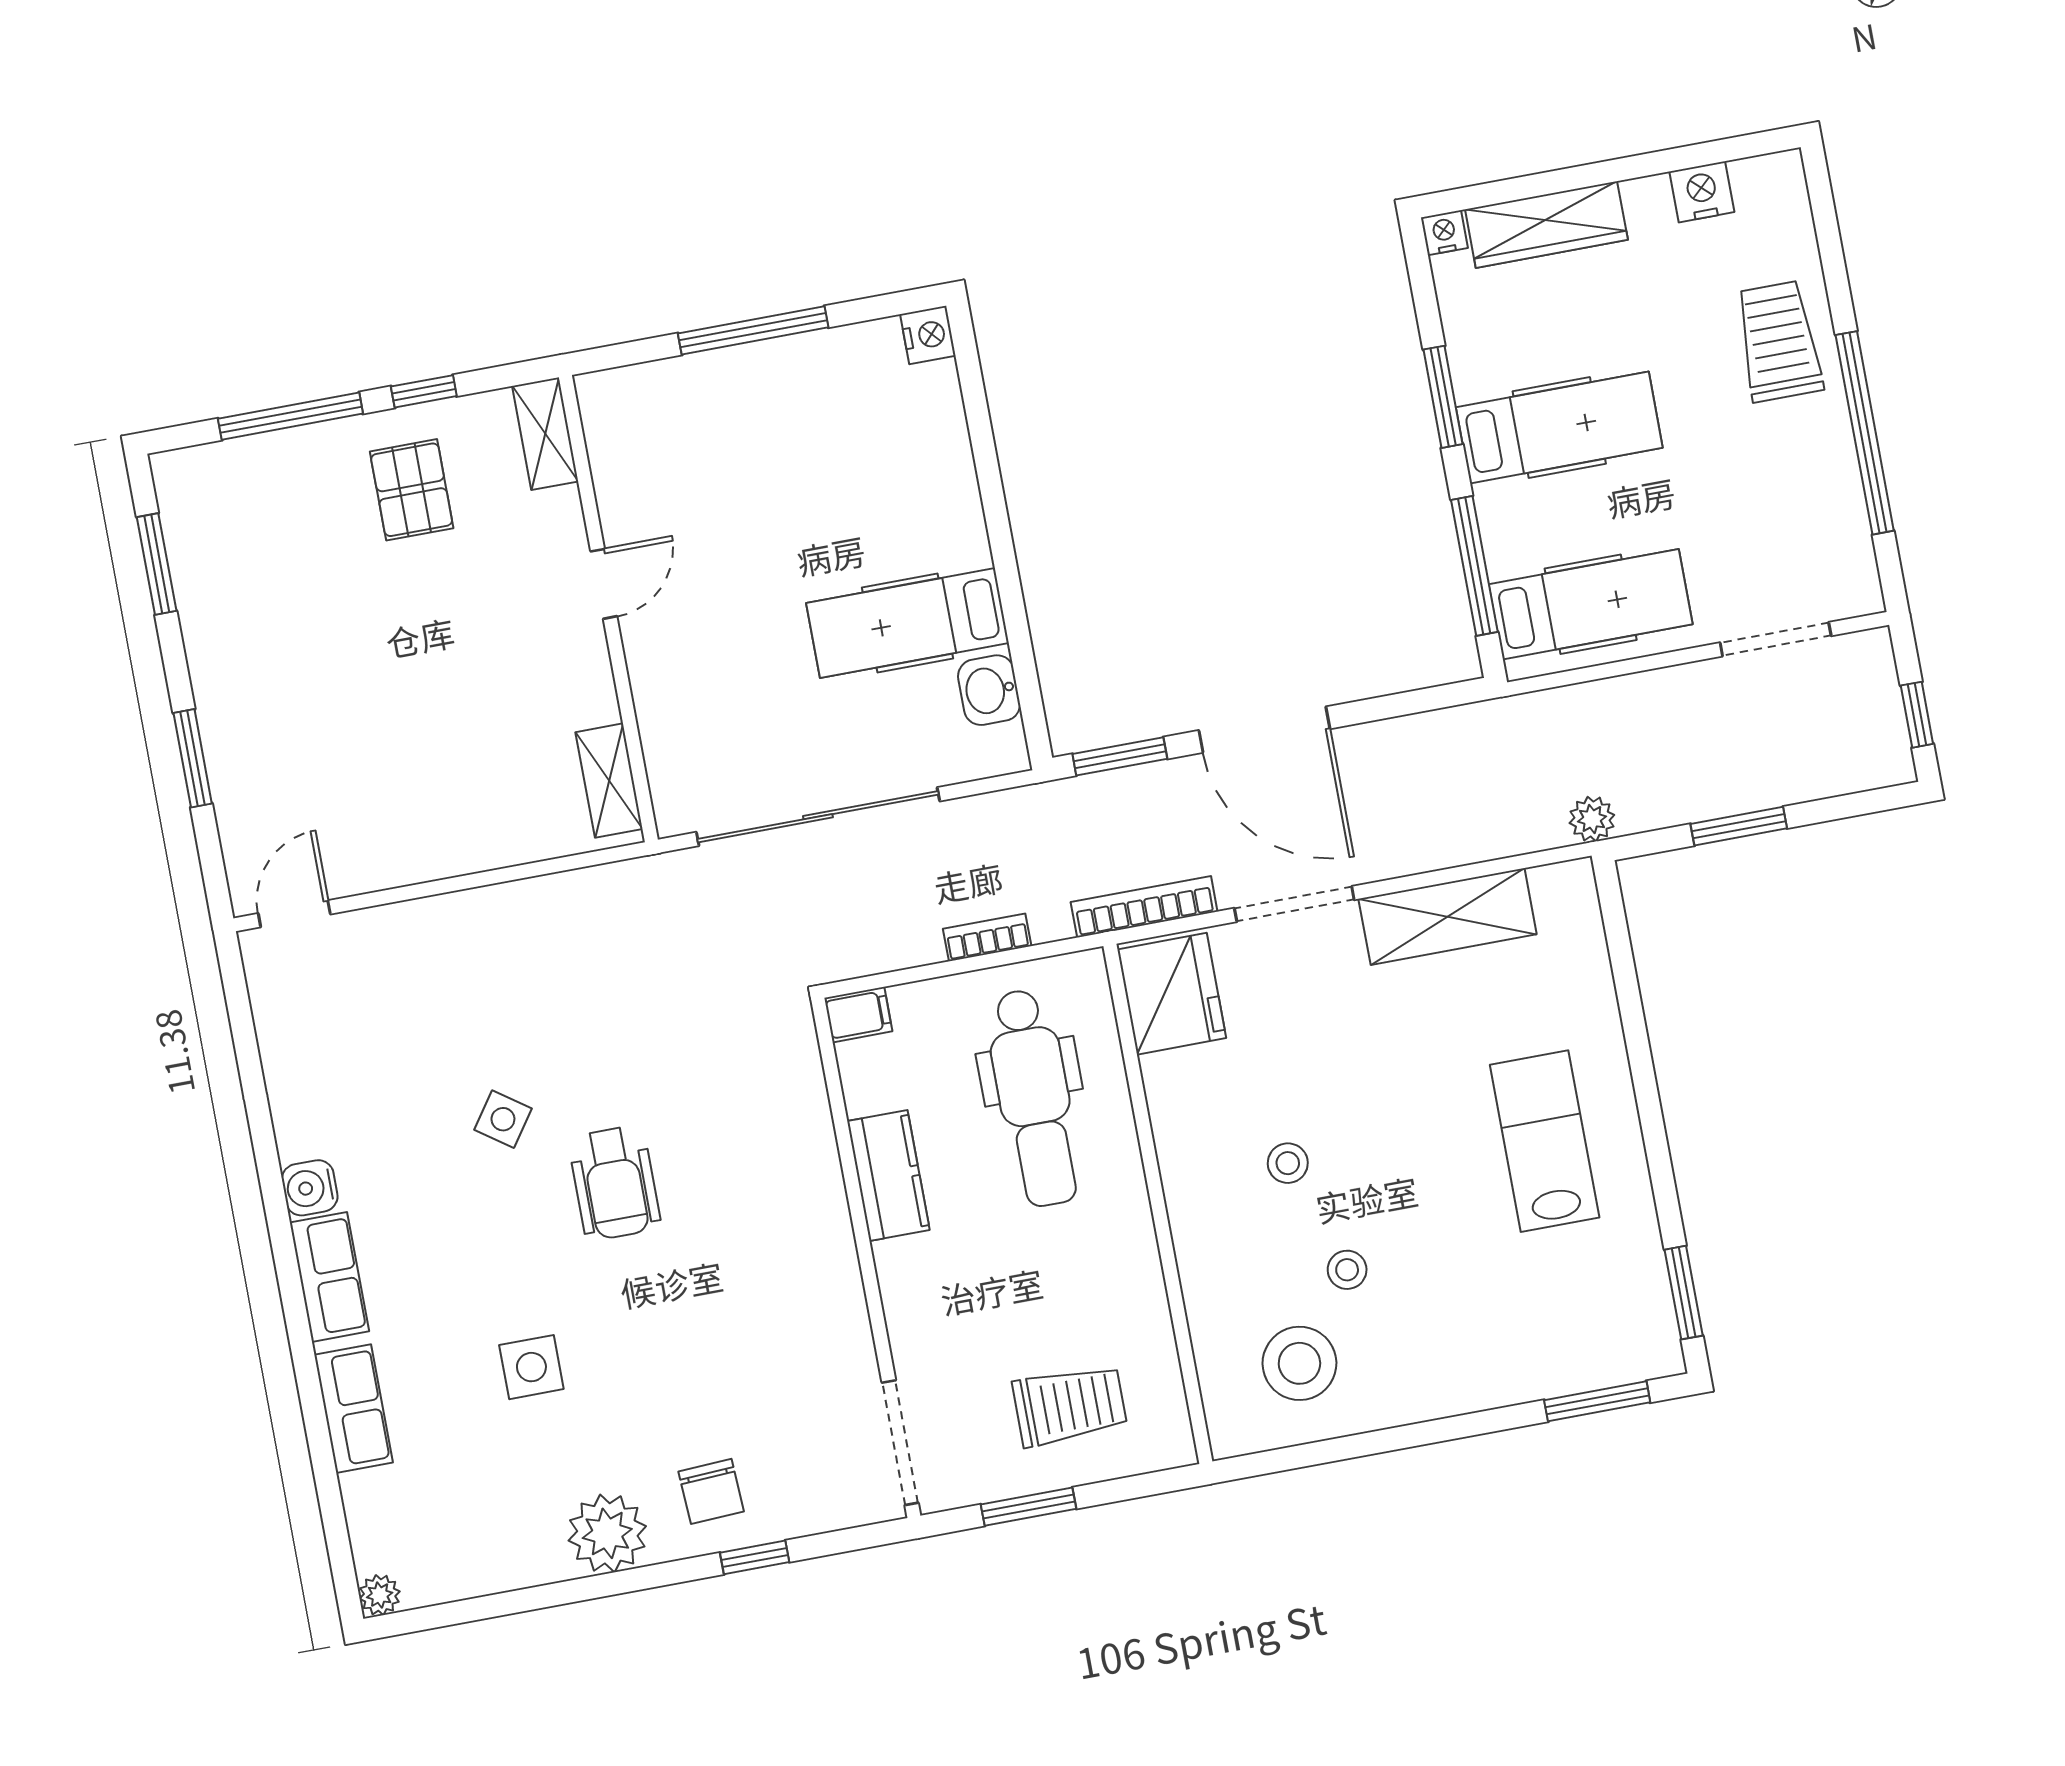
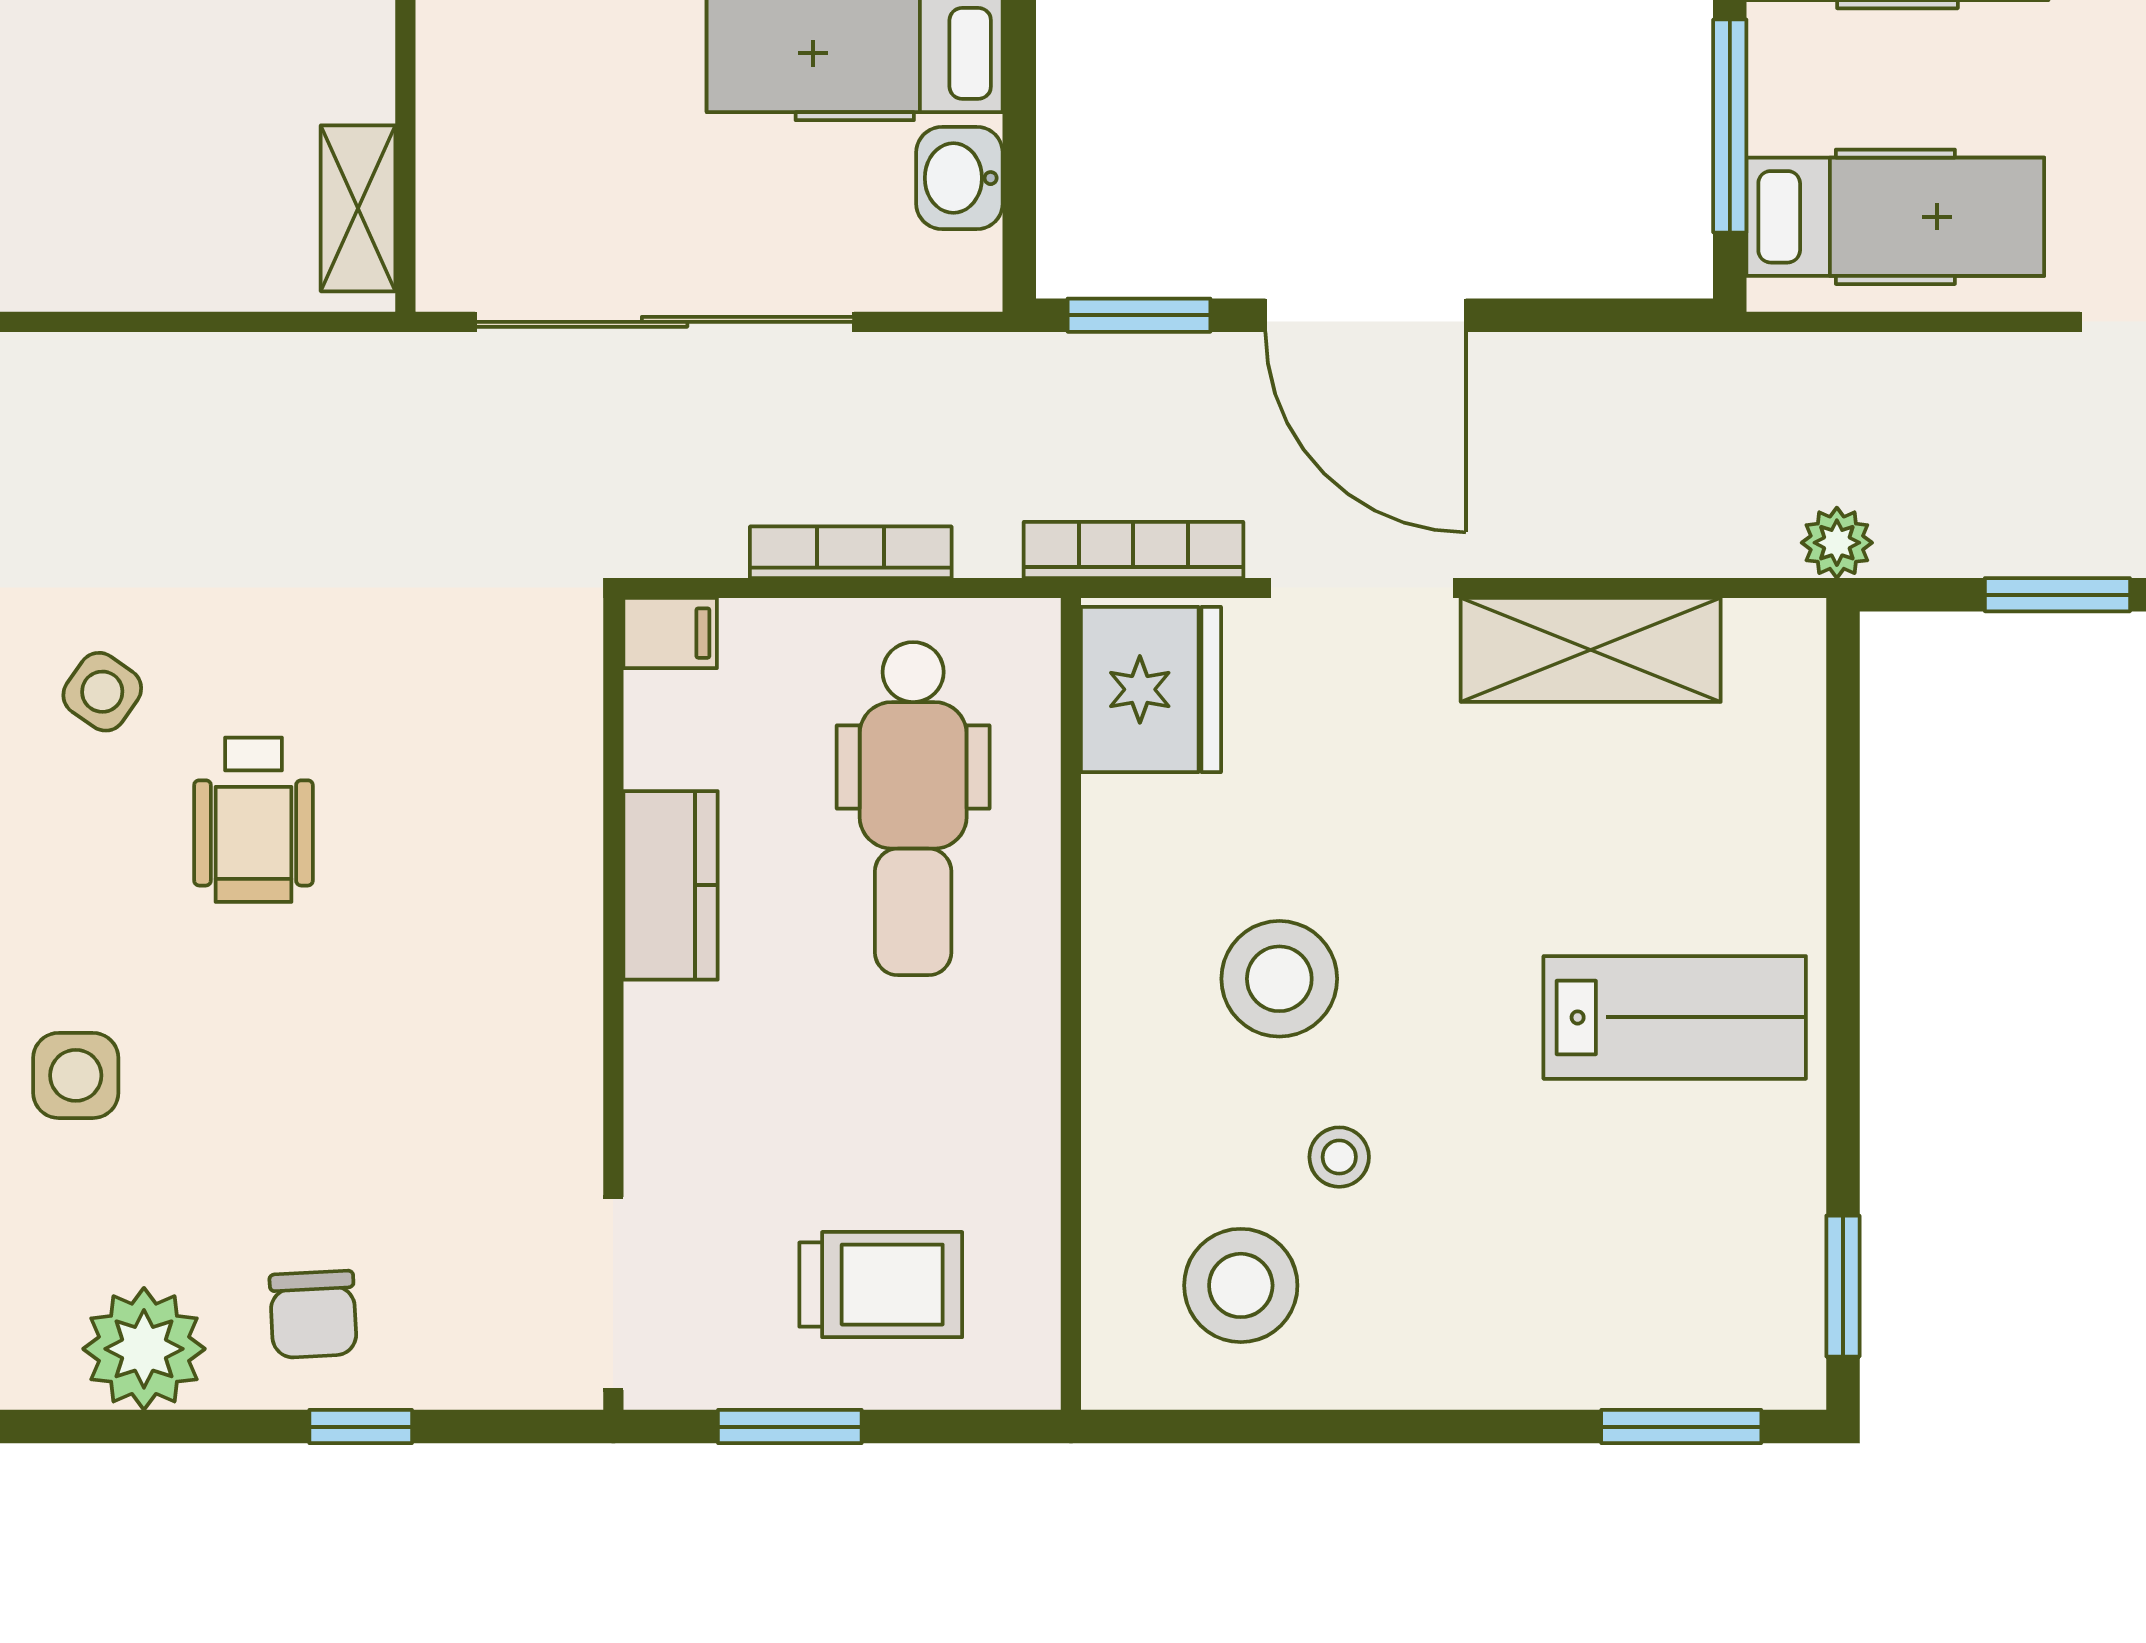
bookcase: (987, 937) -> (851, 552), width x1.56
lab bench: (1545, 1141) -> (1675, 1017), turned 90
stool: (1288, 1163) -> (1279, 979), width x1.89, depth x1.89

